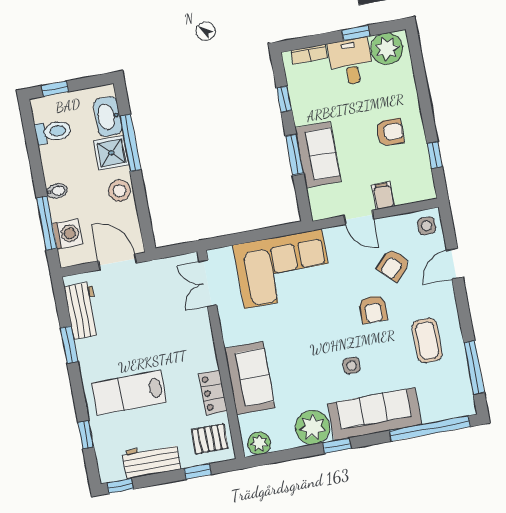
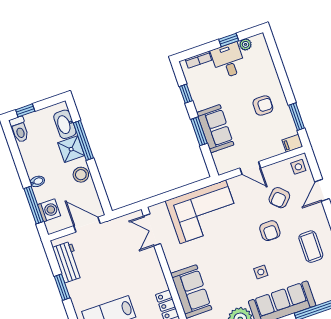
plant: (387, 49) -> (246, 44), width x0.53, depth x0.53
toilet: (53, 132) -> (19, 130), moved, turned 90
window: (435, 155) -> (297, 117), width x1.50
filing cabinet: (383, 196) -> (292, 143), moved, turned -90

